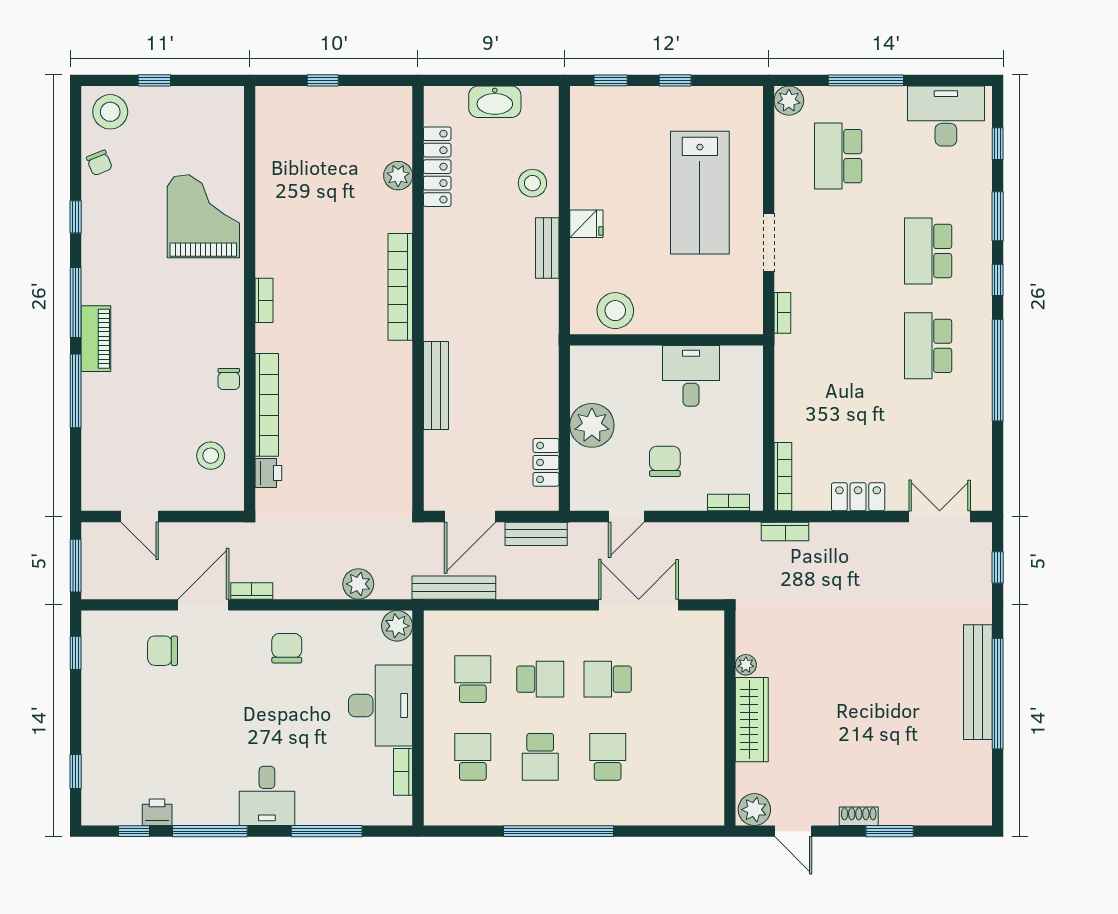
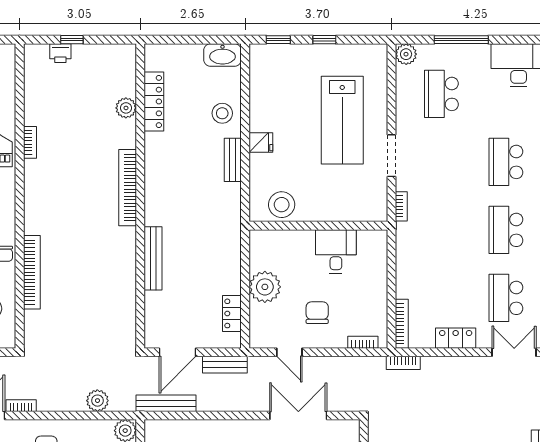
washbasin: (495, 102) -> (222, 55), moved
bookcase: (264, 300) -> (30, 142), moved
school desk: (928, 441) -> (506, 298), added
printer: (268, 473) -> (60, 53), moved, turned 90
door: (626, 516) -> (289, 352), hinge flipped

